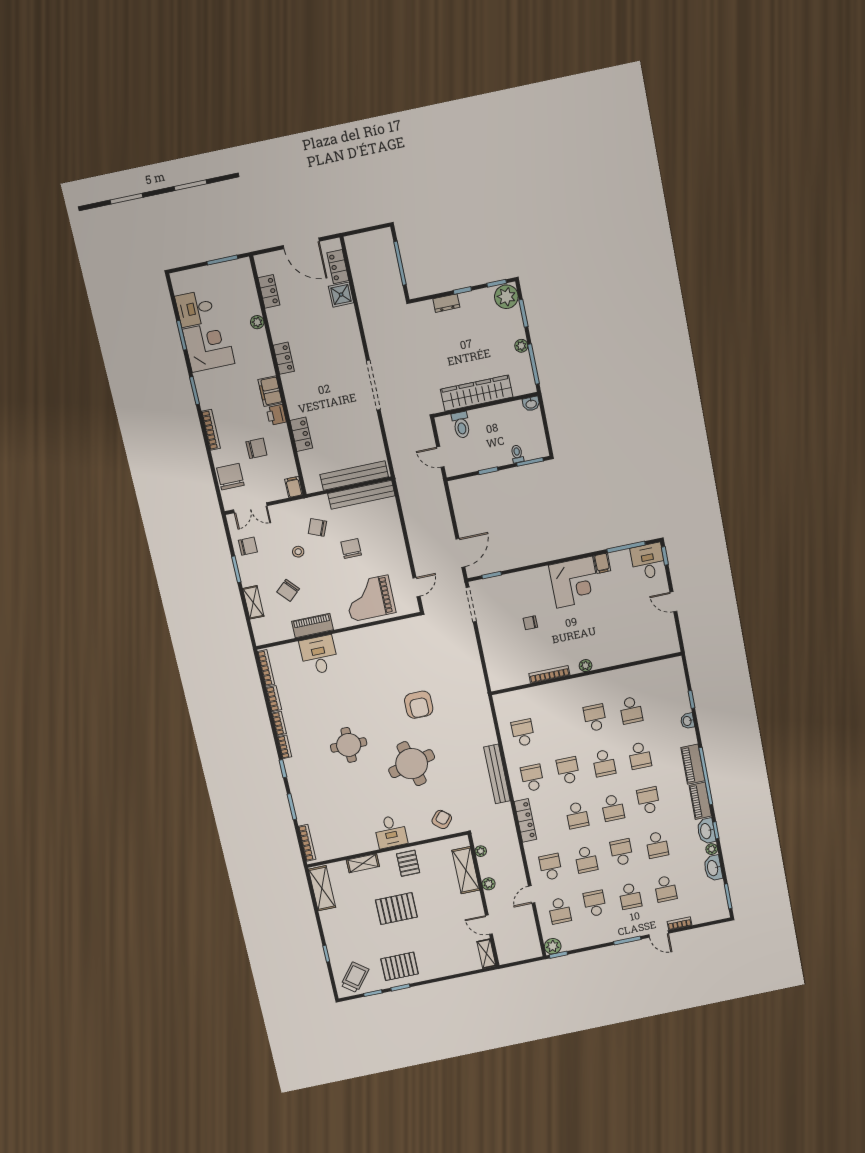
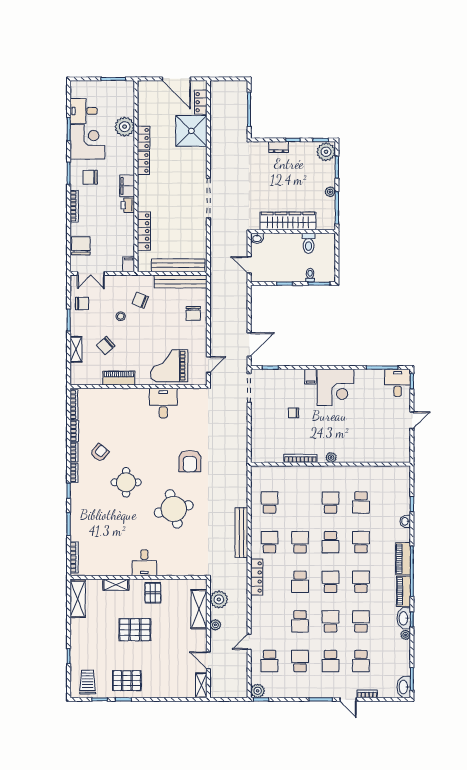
locker: (269, 291) -> (144, 138), moved
shower: (341, 295) -> (191, 131), width x1.86, depth x1.86
plant: (257, 322) -> (125, 127), width x1.88, depth x1.88
washbasin: (531, 404) -> (257, 238), moved
toilet: (461, 425) -> (309, 243), moved
locker: (301, 434) -> (144, 231), width x1.53
chair: (256, 448) -> (90, 177), moved, turned 180
chair: (351, 549) -> (193, 314), moved, turned 180
filing cabinet: (602, 563) -> (311, 377), moved
door: (673, 602) -> (412, 420), swing flipped
desk: (319, 655) -> (163, 403), moved
school desk: (640, 756) -> (361, 542), turned 180
school desk: (613, 808) -> (330, 582), turned 180
armchair: (442, 819) -> (100, 453), moved
school desk: (657, 845) -> (361, 621), turned 180
plant: (481, 851) -> (219, 599), width x1.87, depth x1.87
school desk: (551, 867) -> (270, 621), removed
washbasin: (713, 868) -> (404, 687), moved
trolley: (355, 977) -> (88, 682), turned -38

